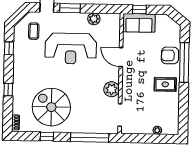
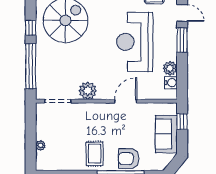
water cooler: (106, 18) -> (171, 83), added
sofa: (139, 23) -> (166, 134), moved
armchair: (170, 55) -> (129, 159), turned -90
window: (47, 137) -> (31, 28), moved

